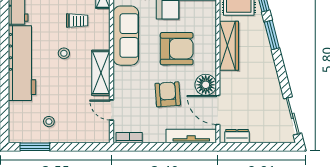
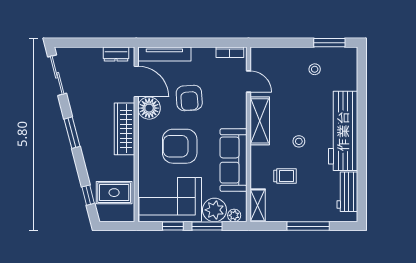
trolley: (77, 21) -> (285, 176), turned 180
window: (272, 35) -> (72, 133), moved
wardrobe: (229, 46) -> (124, 129), moved

